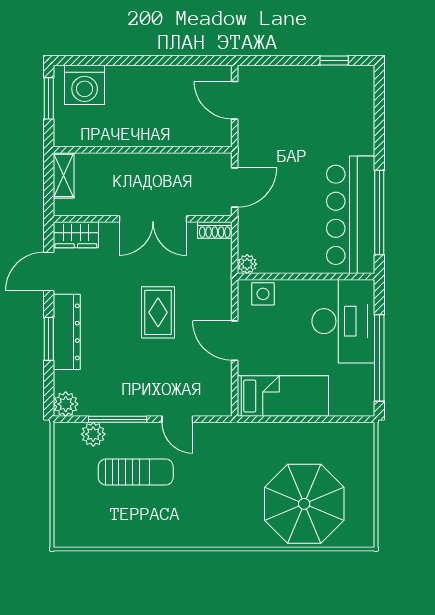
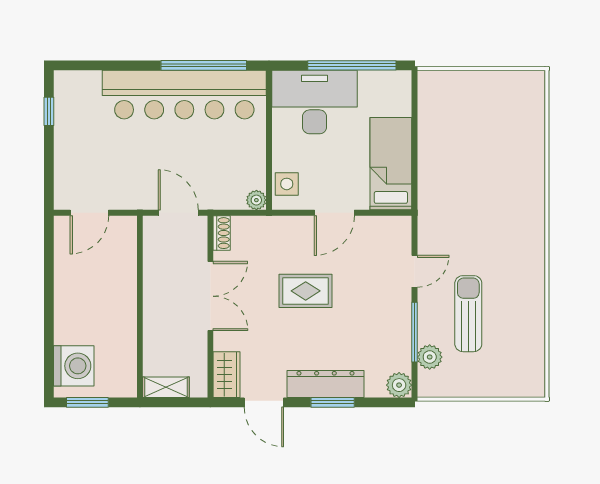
bar counter: (351, 215) -> (184, 95), width x1.36
parasol: (304, 504) -> (501, 142), removed

